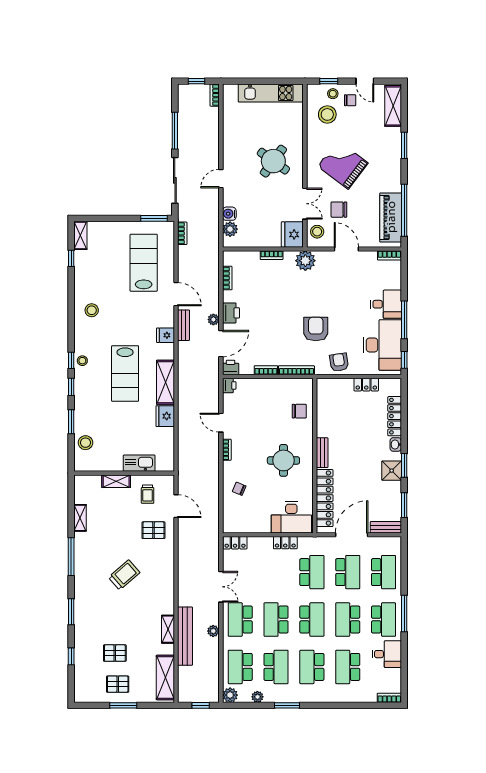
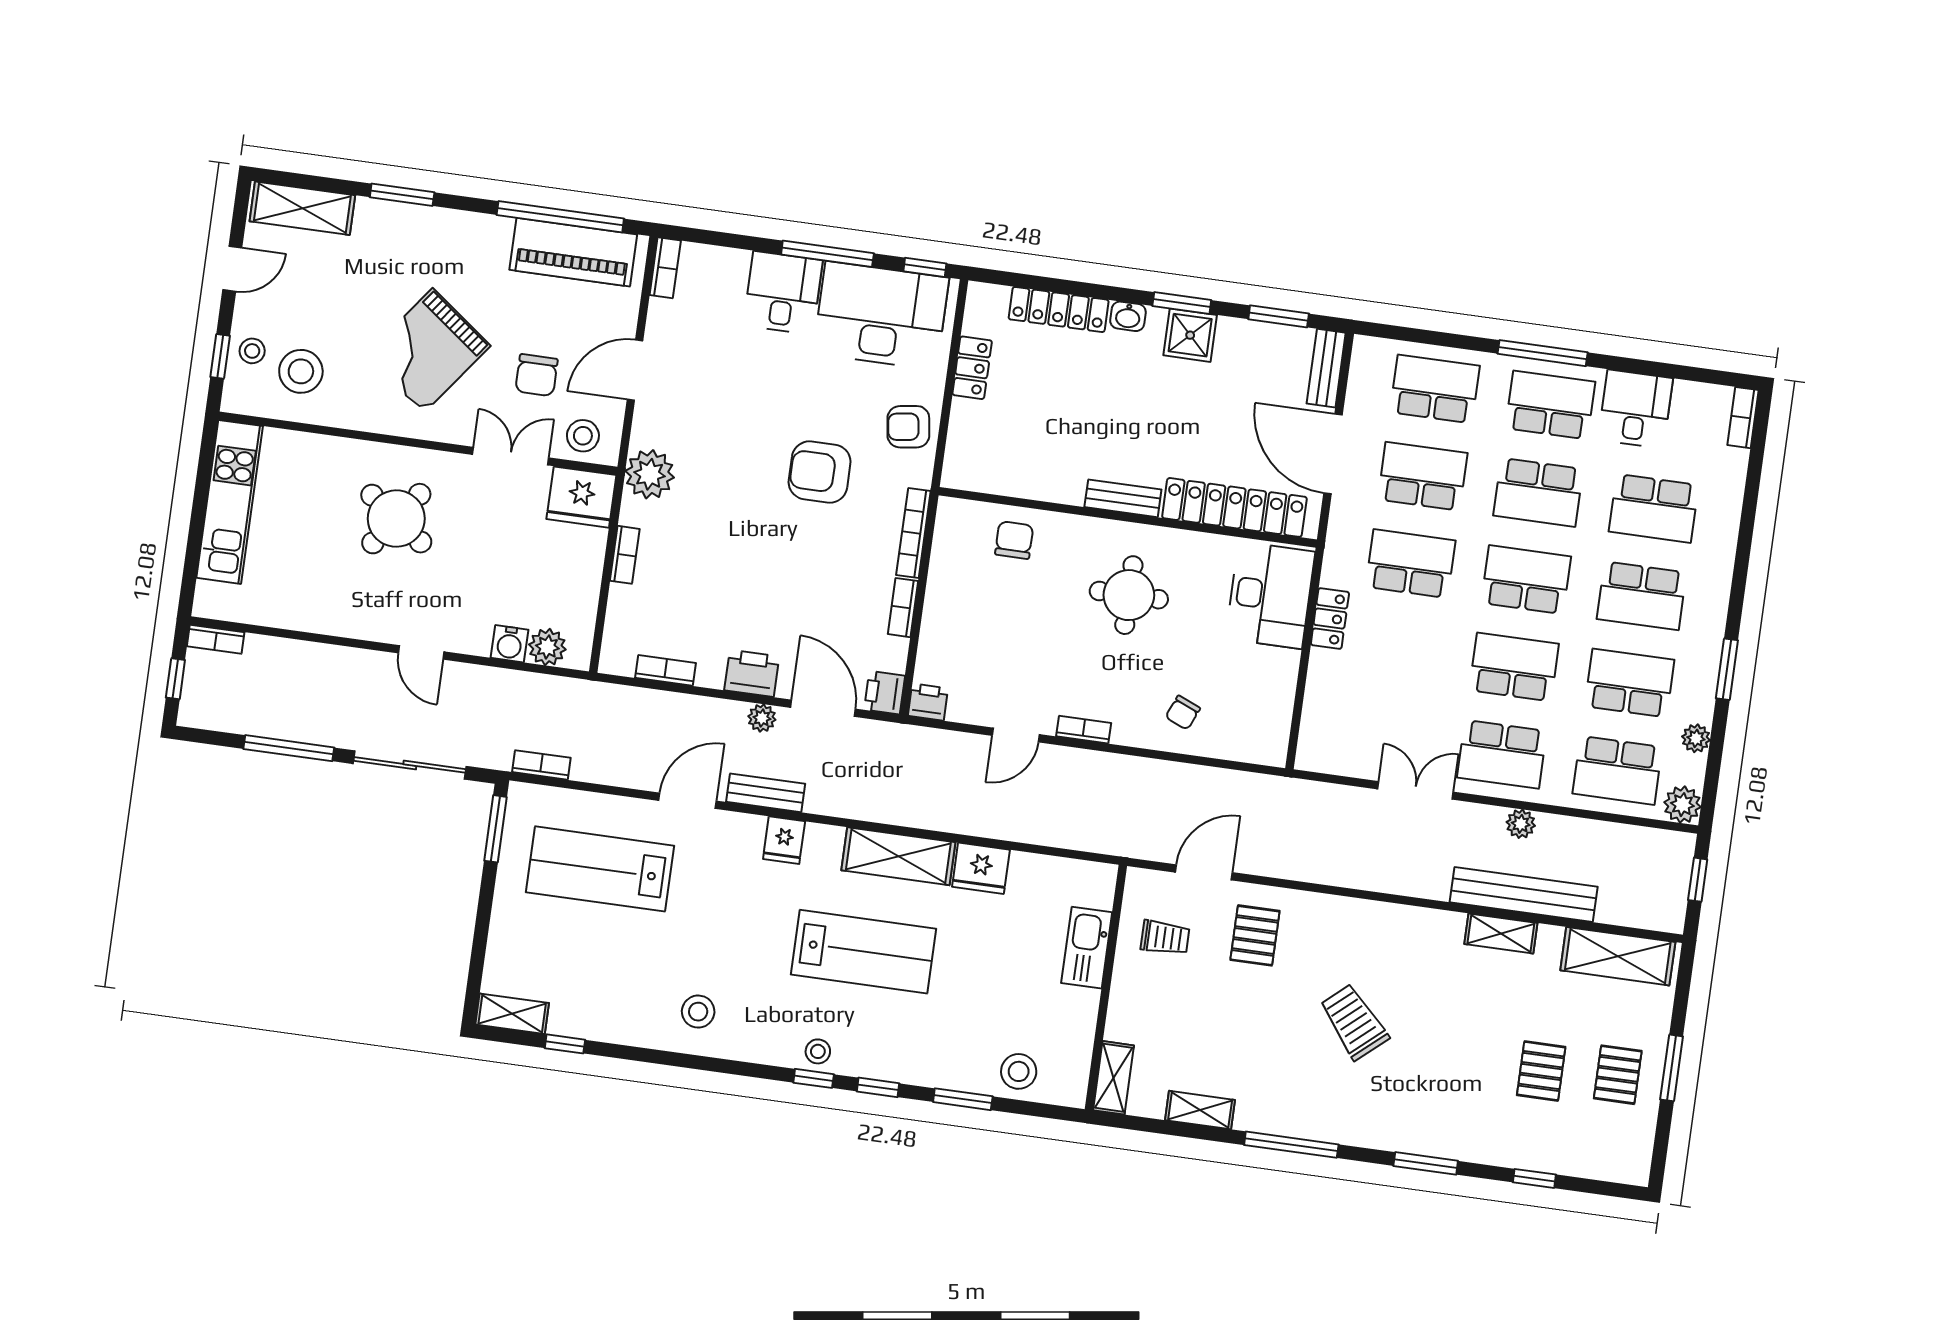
chair: (350, 100) -> (274, 311), removed
shelving: (116, 481) -> (1113, 1078), moved
locker: (235, 543) -> (1313, 741), removed
school desk: (276, 620) -> (1514, 667), turned 180

